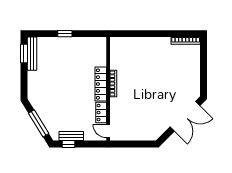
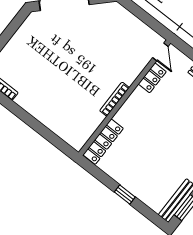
locker: (101, 84) -> (103, 142), moved

